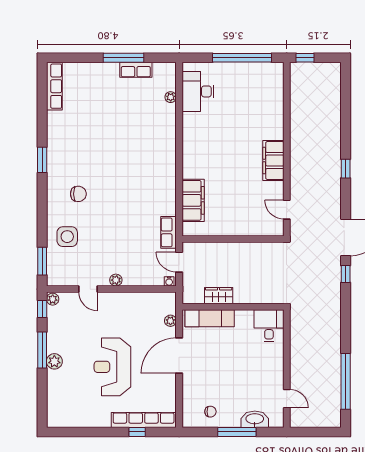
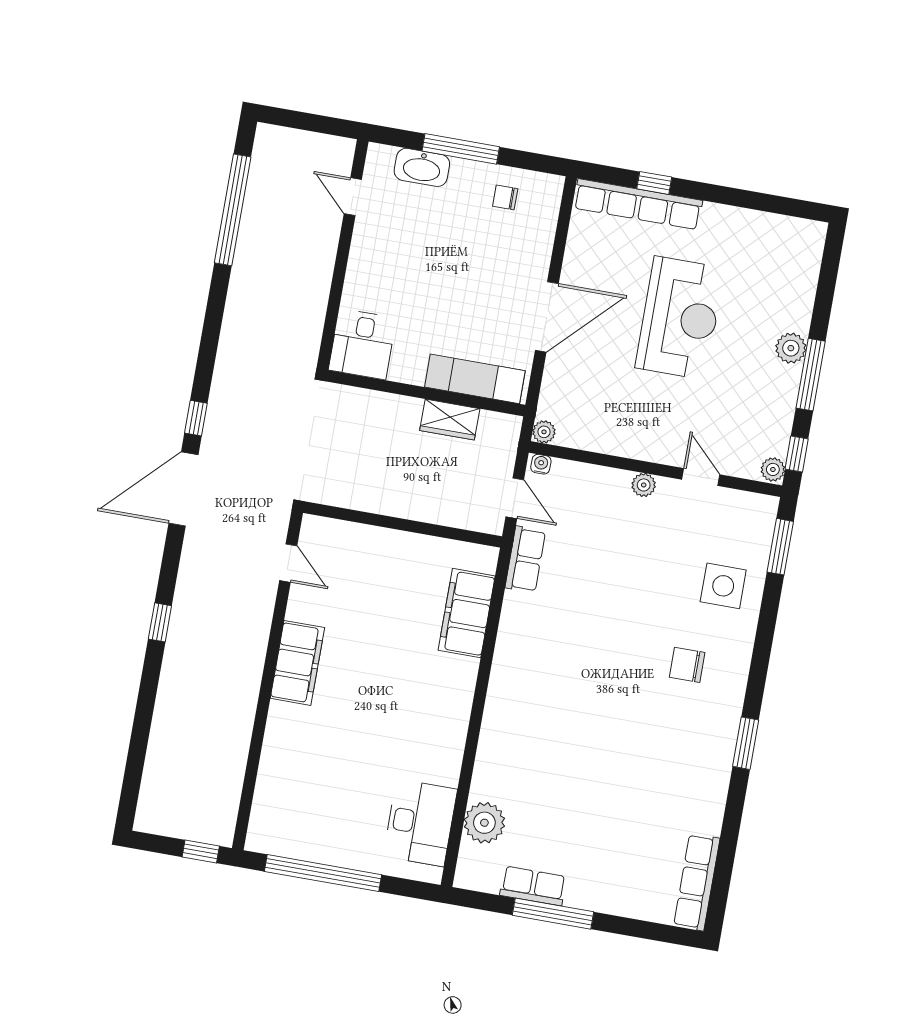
plant: (171, 97) -> (484, 823), width x1.88, depth x1.88
plant: (170, 321) -> (544, 432), moved

